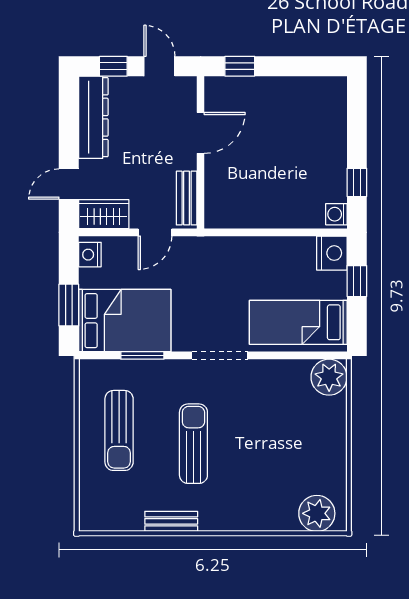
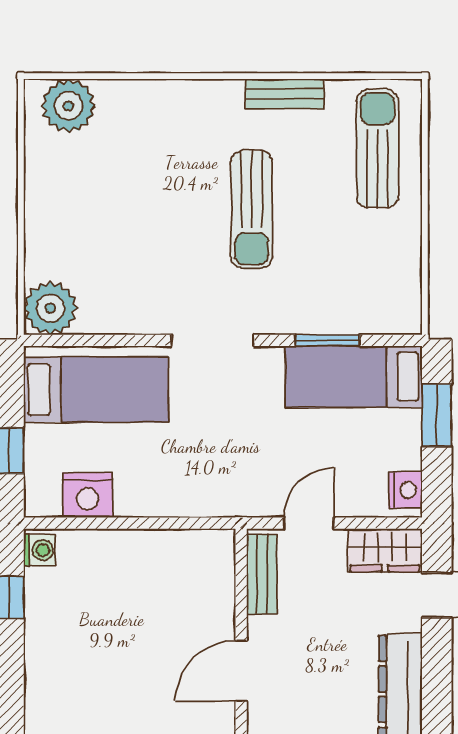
nightstand: (332, 253) -> (87, 495), moved, turned -90
bed: (125, 321) -> (354, 377), width x0.67
sun lounger: (119, 430) -> (377, 149), moved

